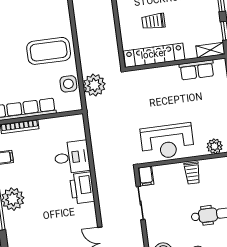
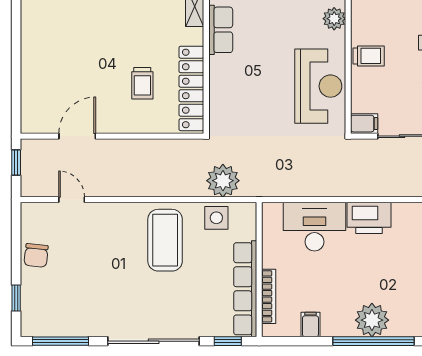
desk: (72, 157) -> (314, 227), width x1.37

